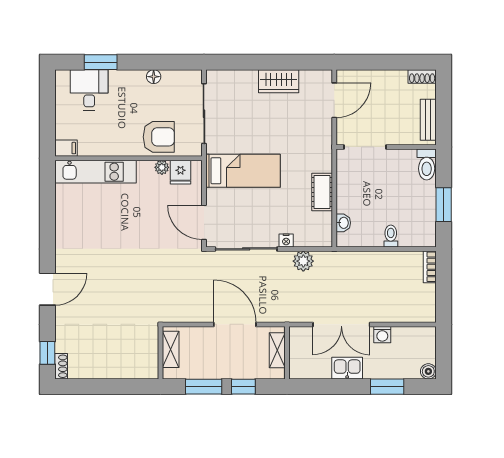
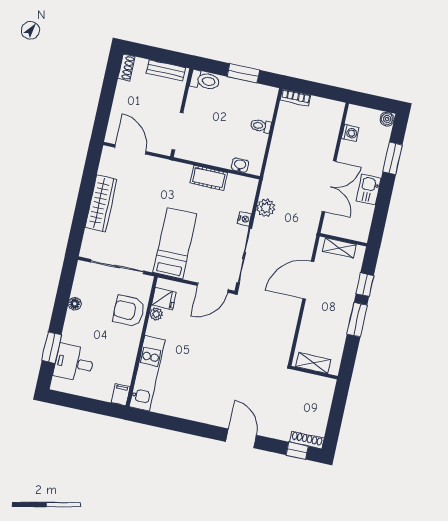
wardrobe: (279, 81) -> (101, 203), width x1.50
armchair: (159, 137) -> (129, 311), turned -90
washing machine: (382, 335) -> (350, 133), moved
shelving: (171, 349) -> (313, 363), moved
wall: (161, 353) -> (314, 373), moved
shoe rack: (61, 366) -> (307, 440), width x1.43

